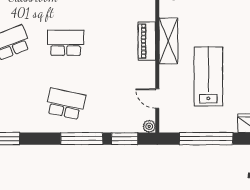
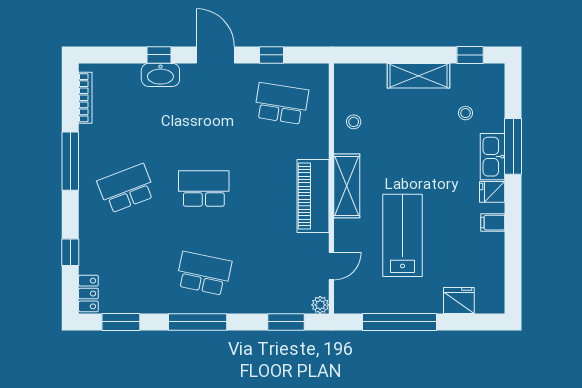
piano: (147, 41) -> (313, 196), width x1.37, depth x1.33
door: (157, 99) -> (331, 266), swing flipped
window: (82, 139) -> (198, 322), moved

